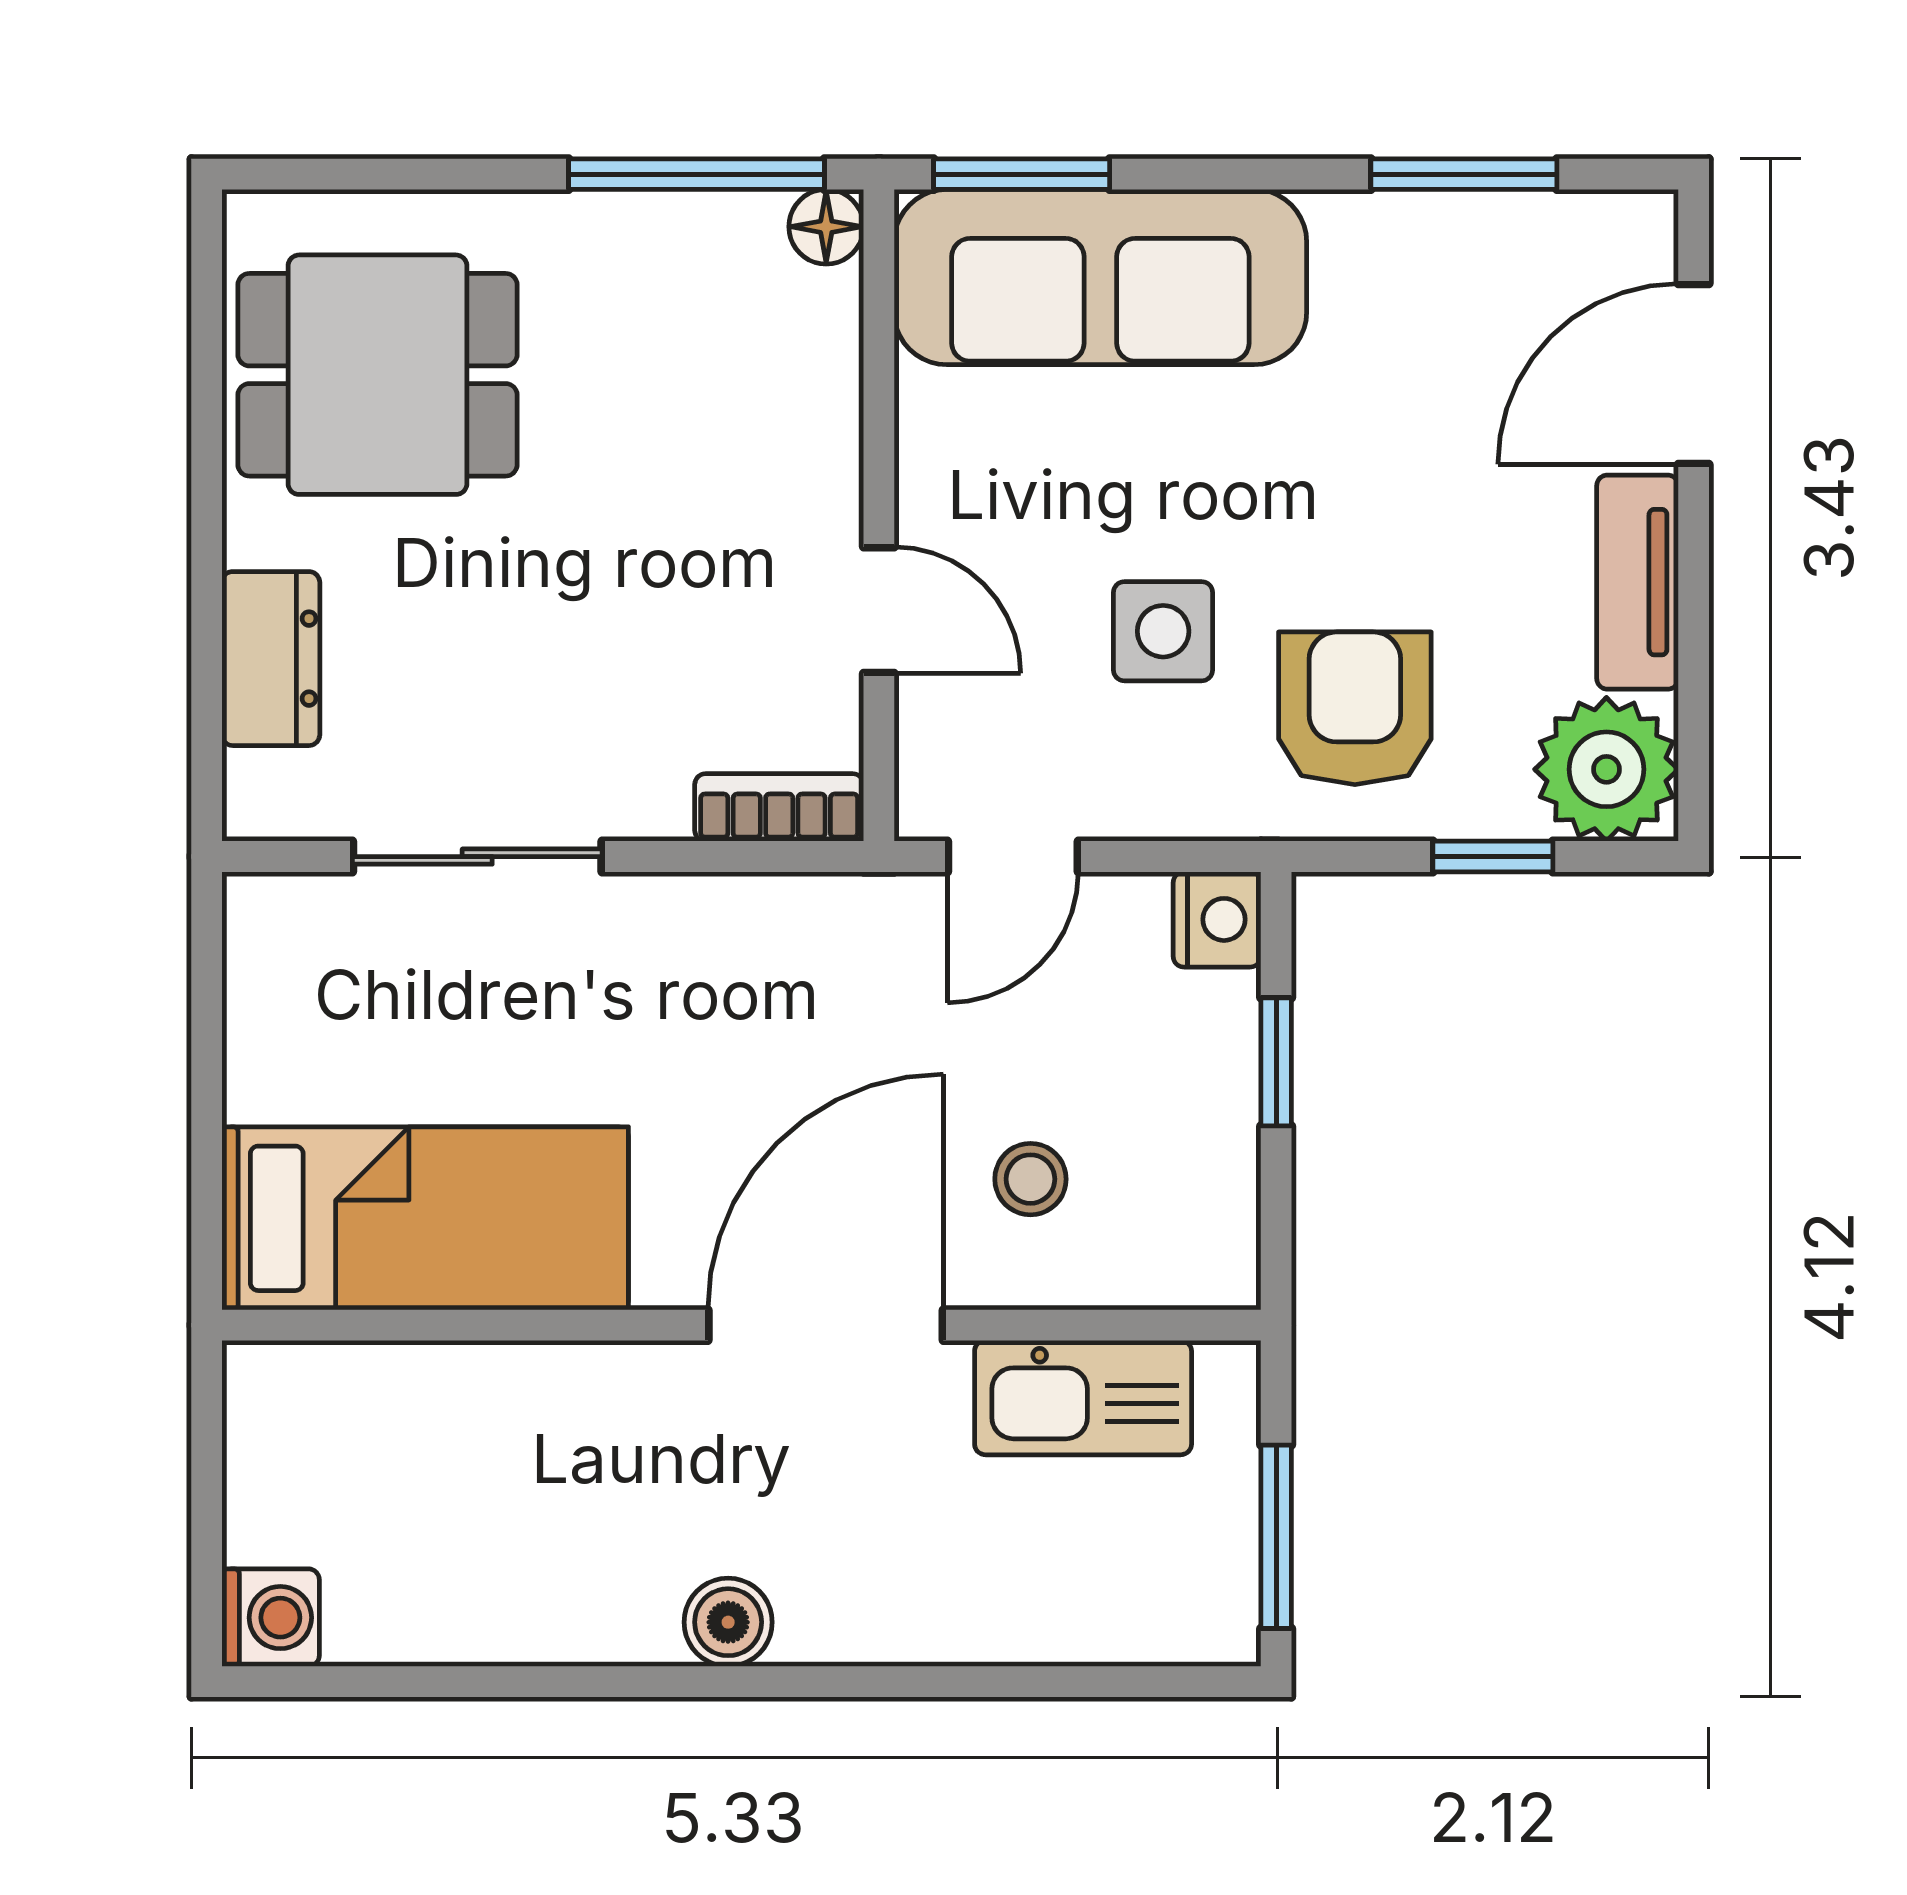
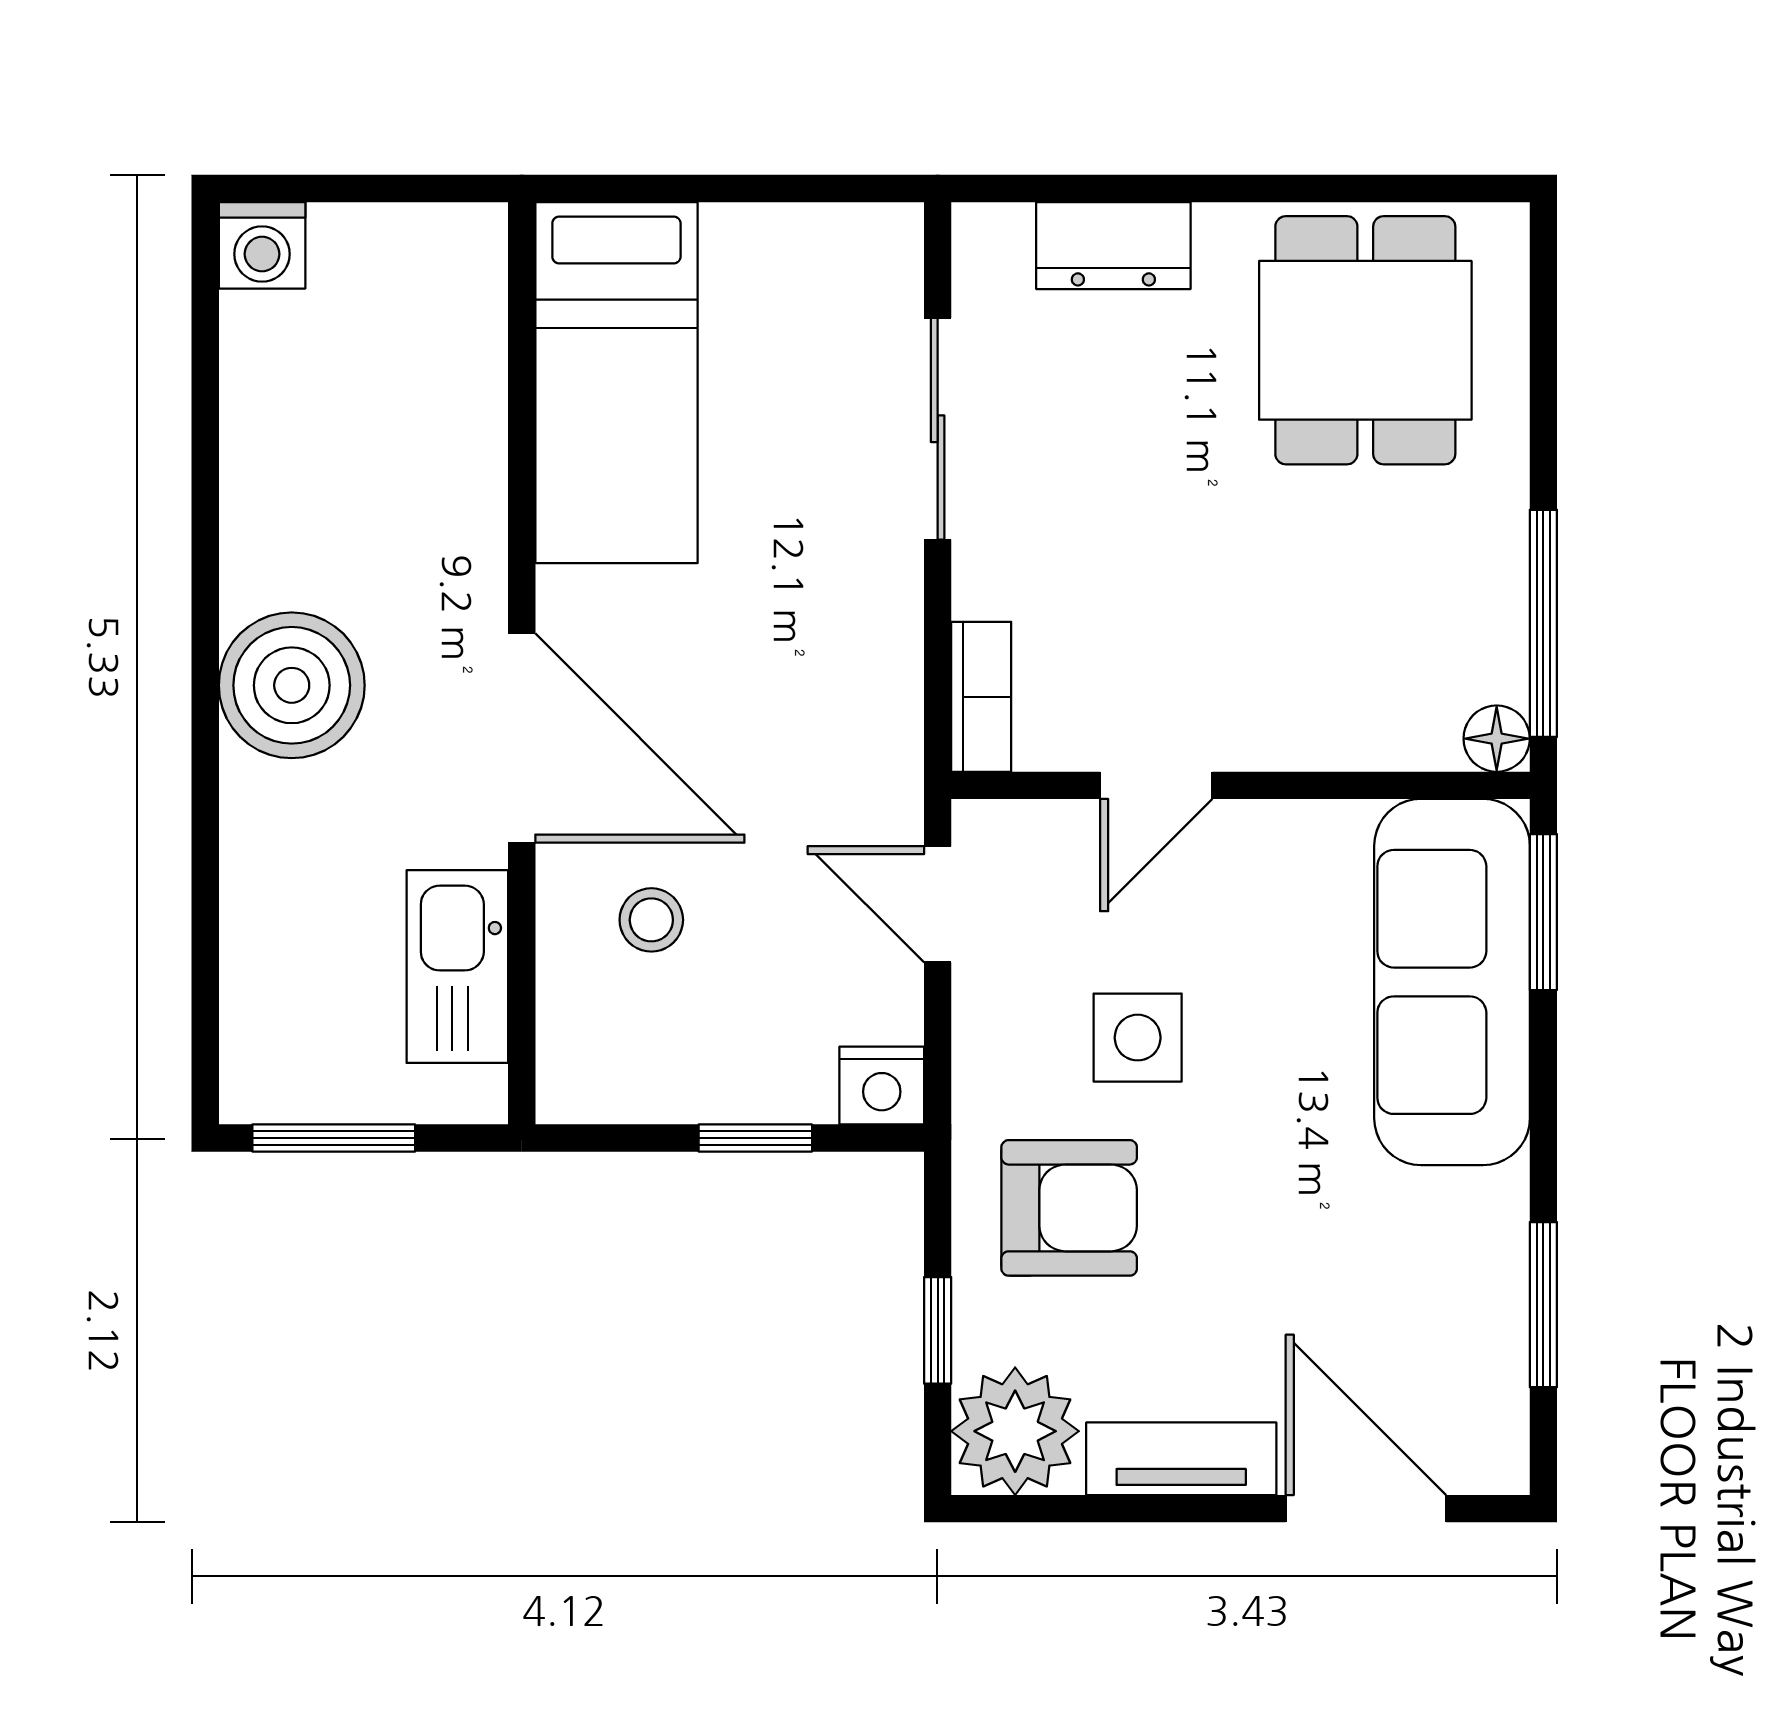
boiler: (728, 1622) -> (292, 685), width x1.86, depth x1.86

